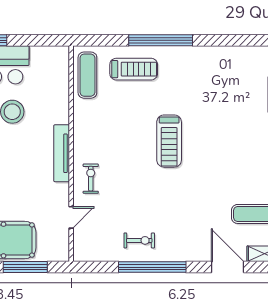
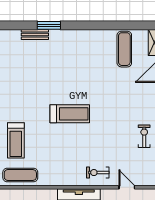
treadmill: (134, 69) -> (16, 140), turned 180

